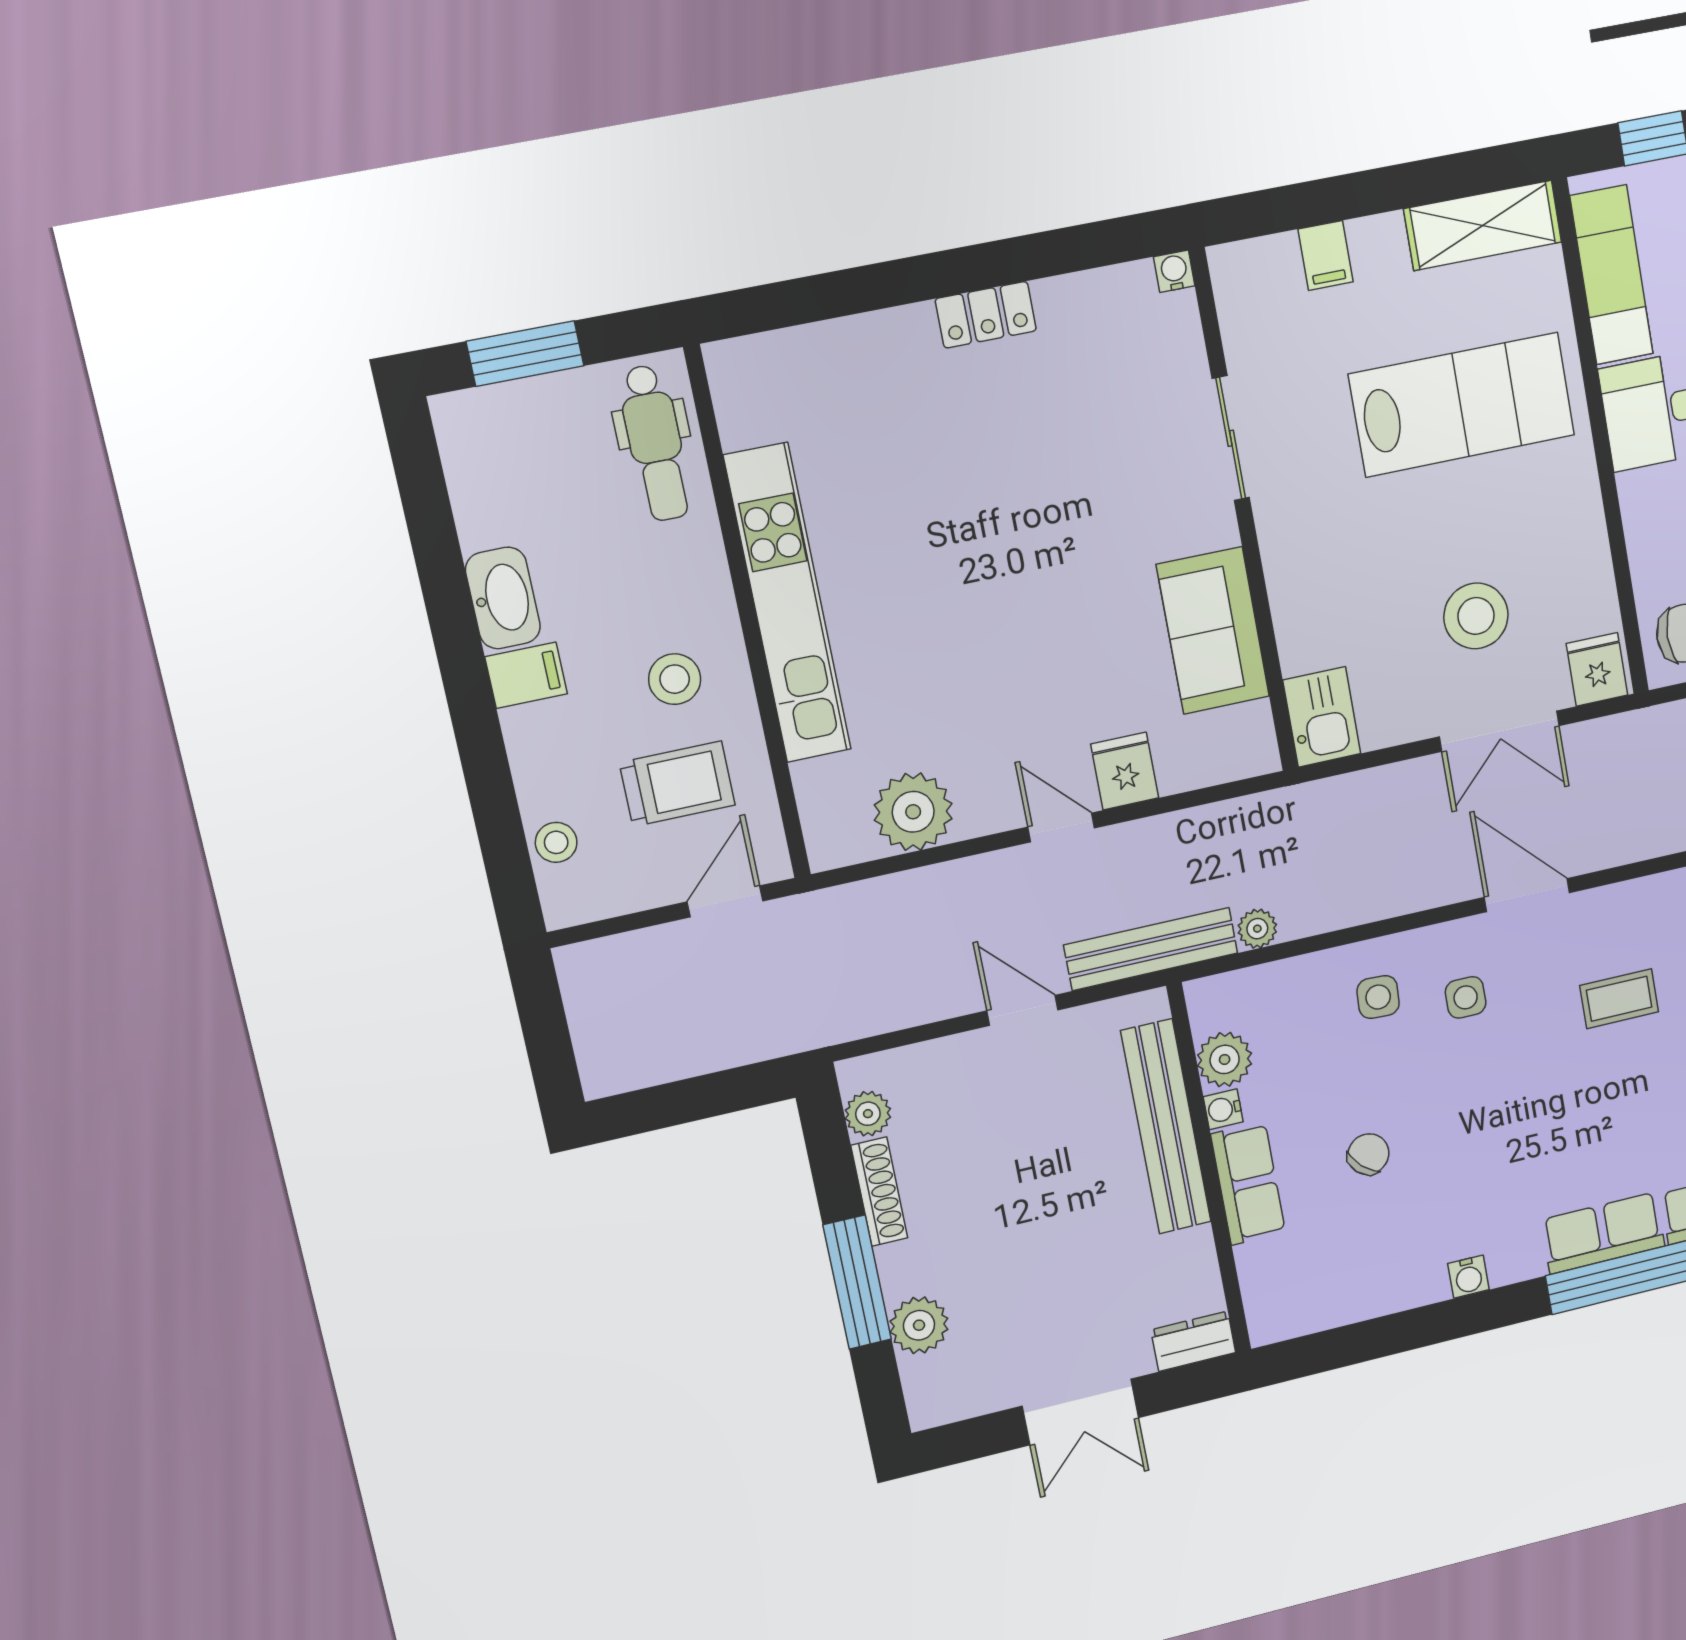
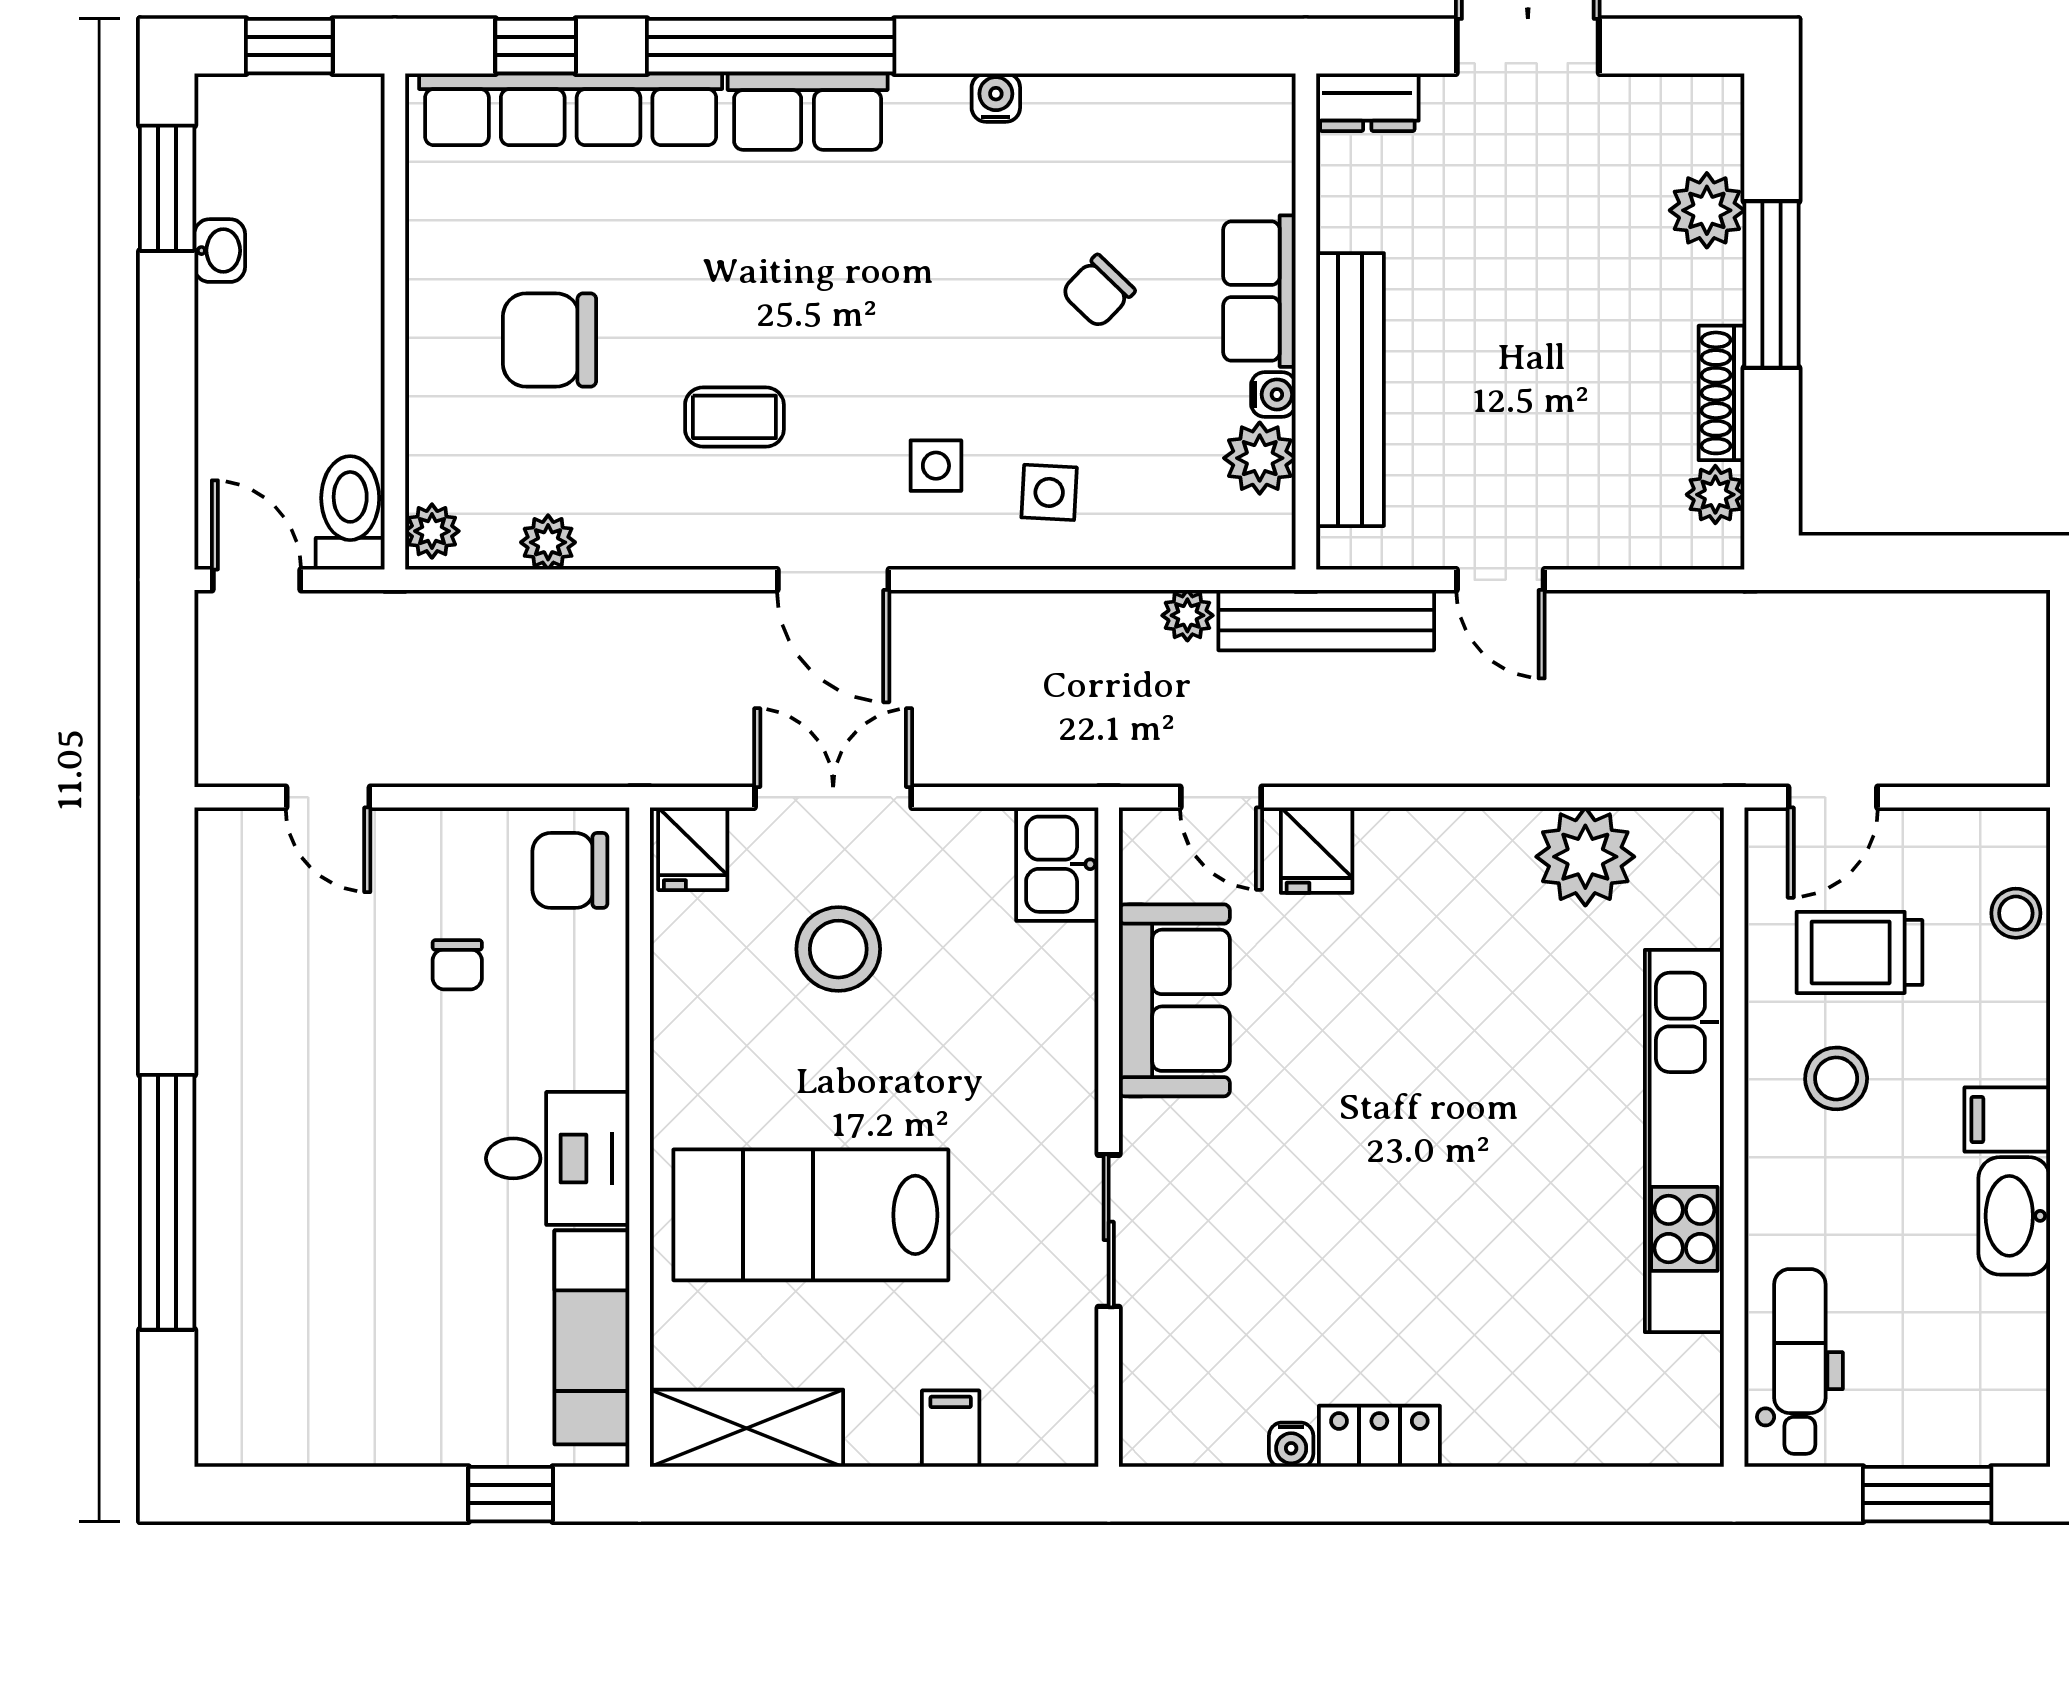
water cooler: (1174, 271) -> (1291, 1445), moved
door: (1061, 828) -> (1221, 797), moved

